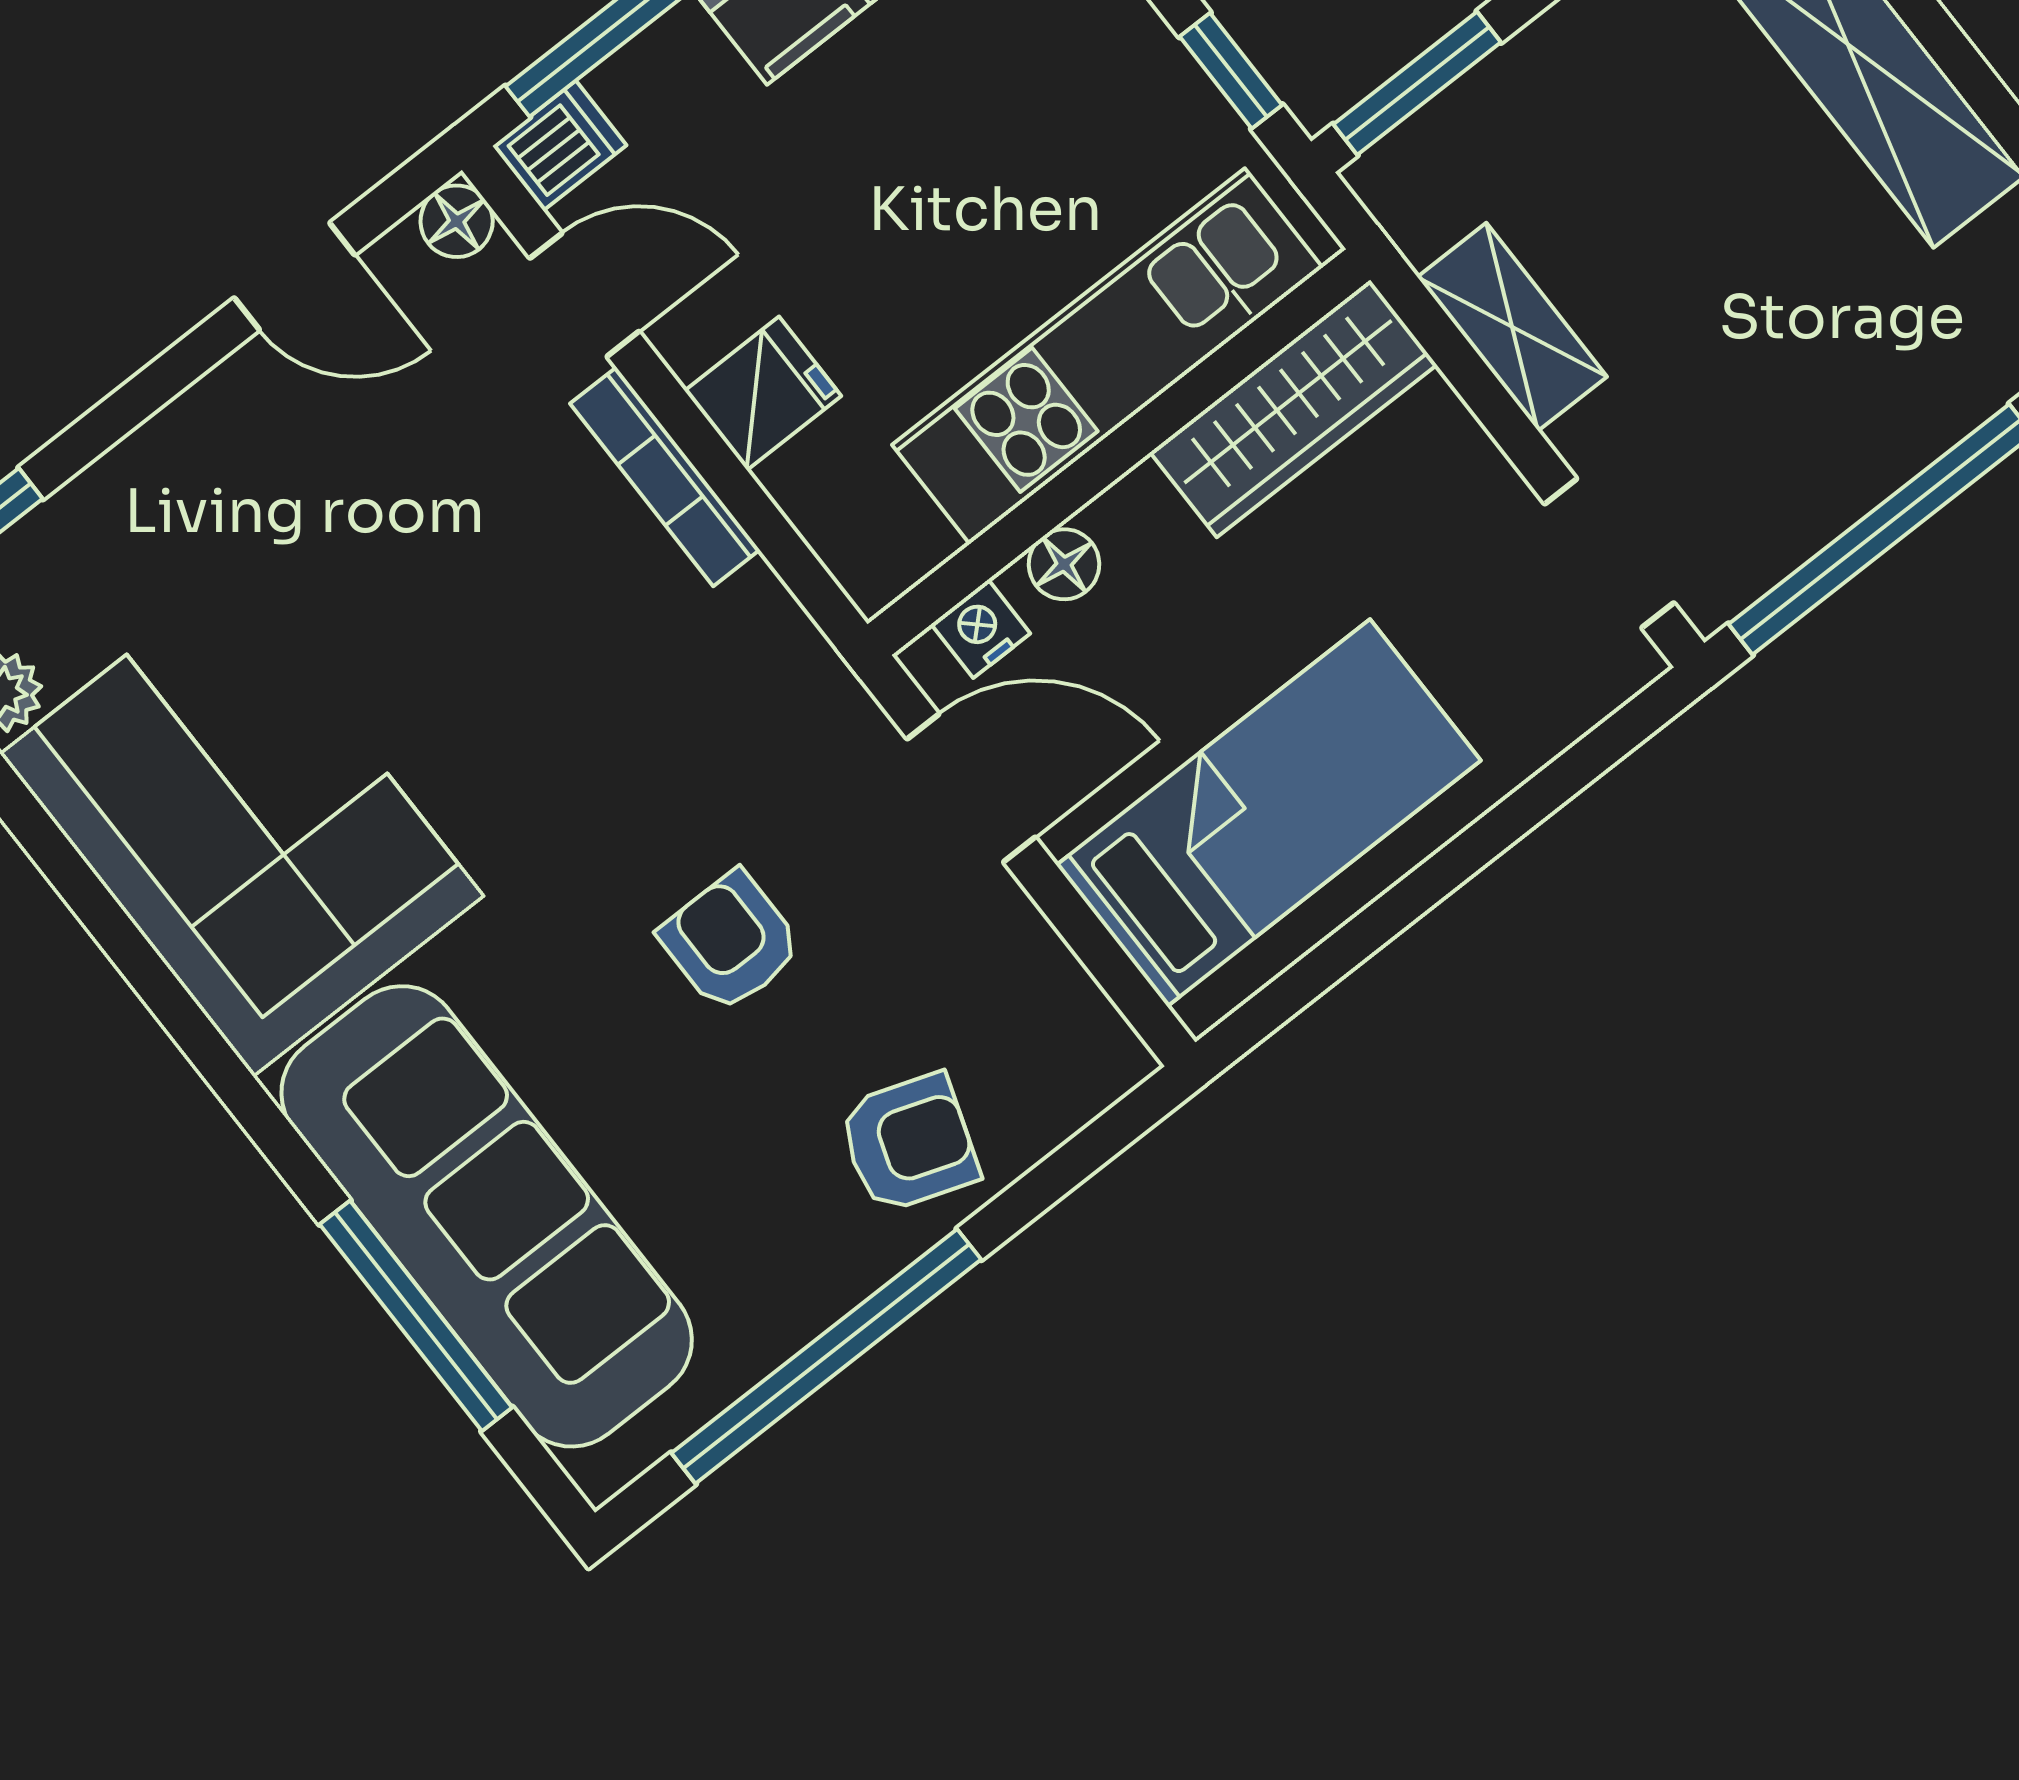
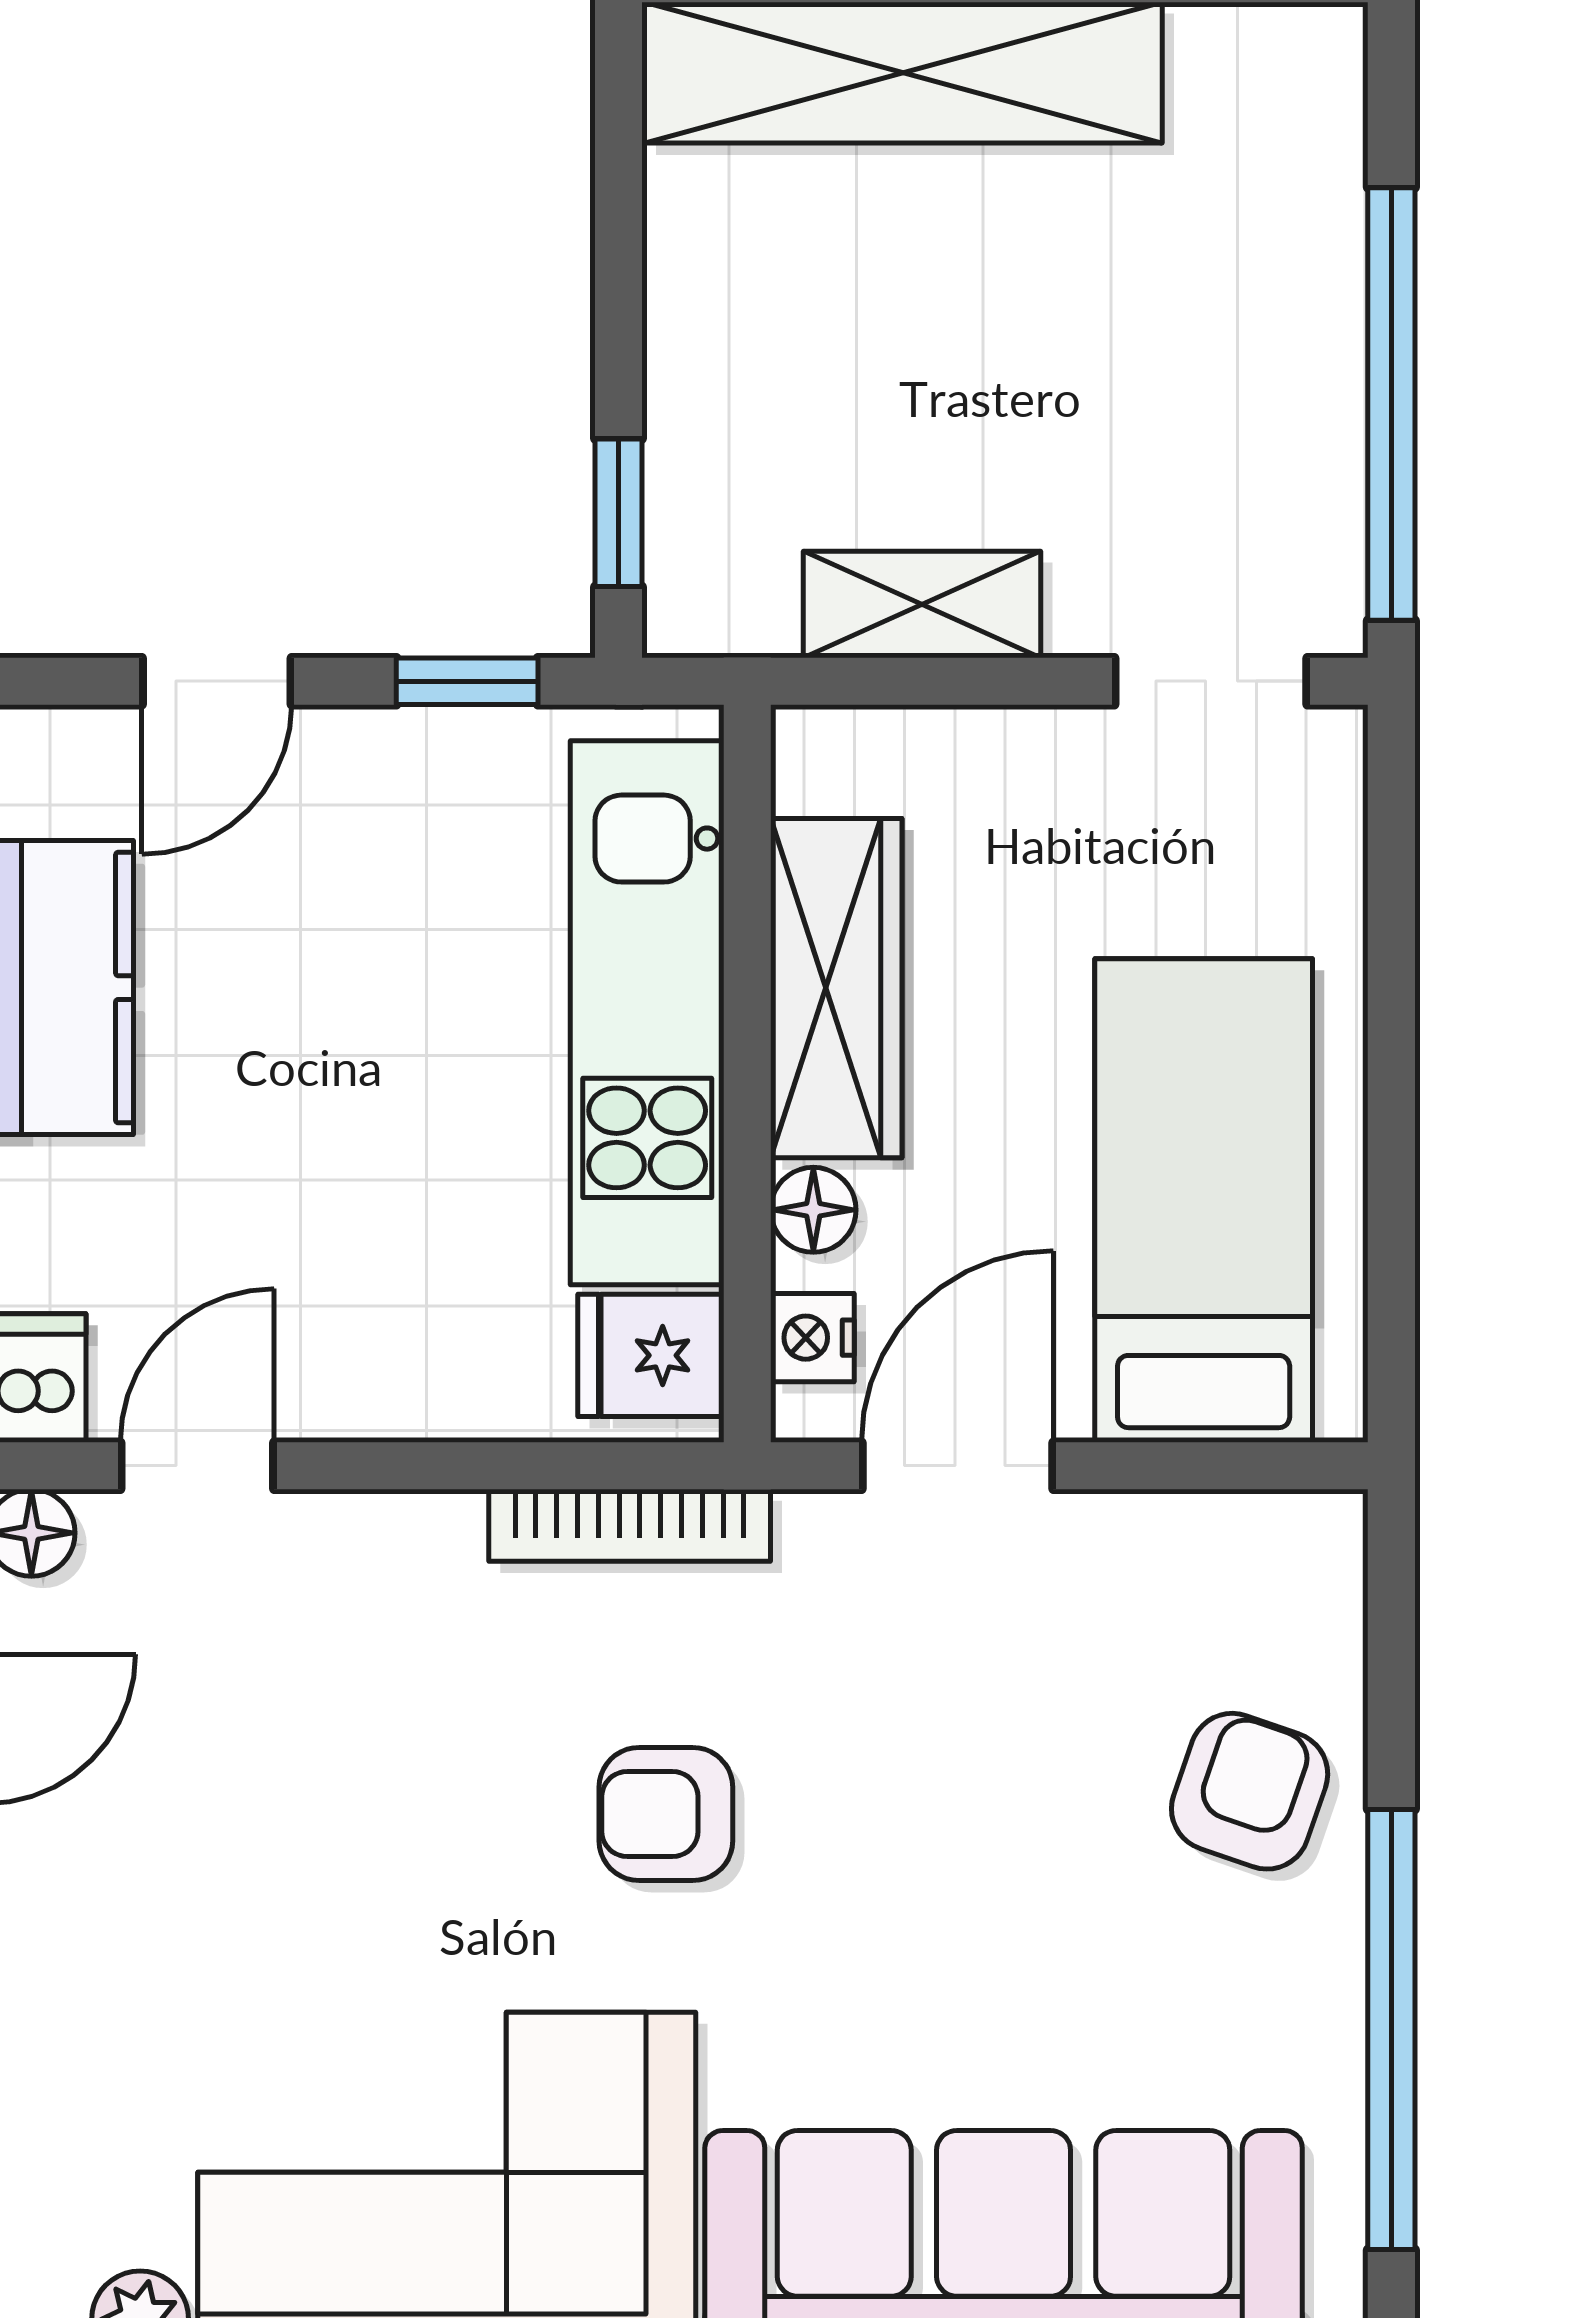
window: (1417, 83) -> (618, 513), width x0.67
fridge: (763, 393) -> (651, 1355), moved, turned -90
wardrobe: (1293, 409) -> (836, 988), moved
bookcase: (665, 477) -> (630, 1525), moved
armchair: (730, 942) -> (666, 1814), moved

